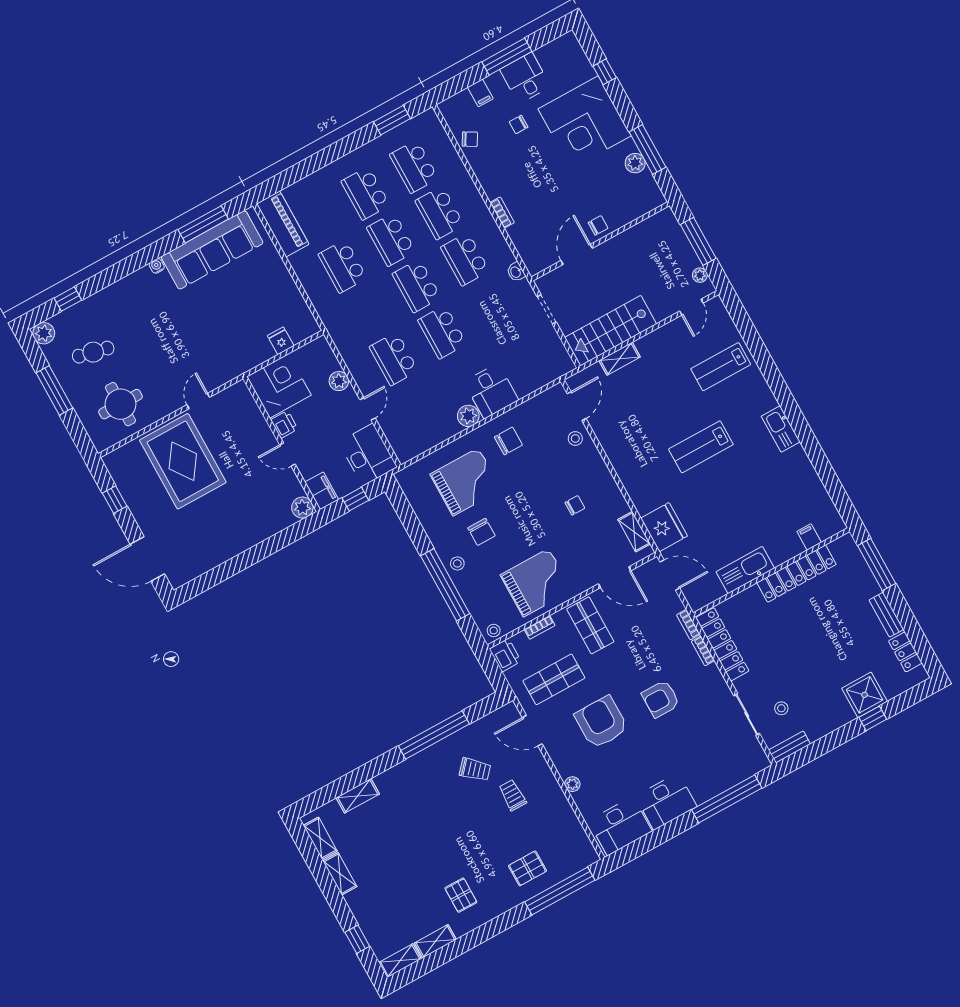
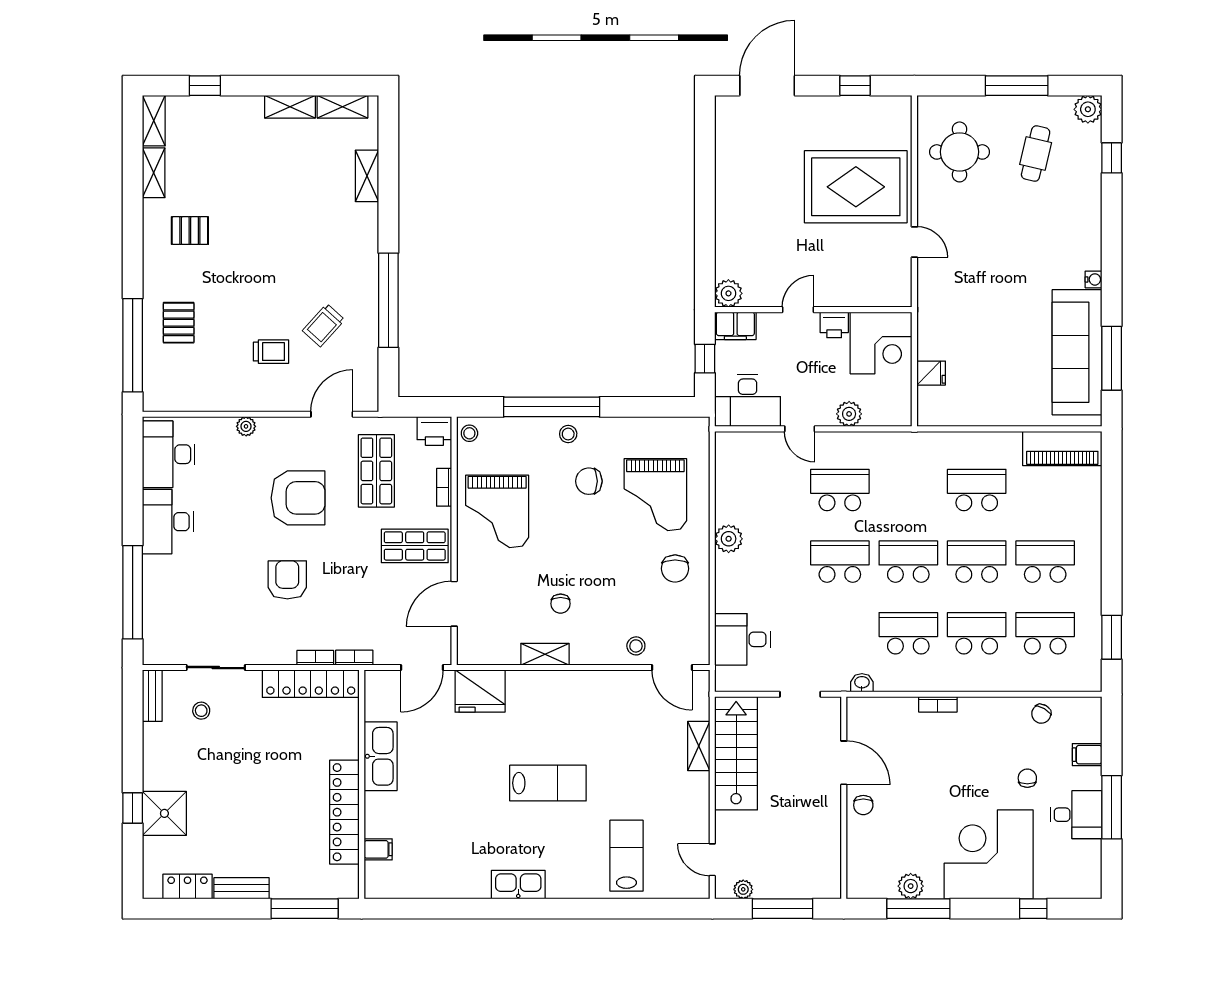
desk: (491, 391) -> (743, 639), moved
lab bench: (701, 447) -> (548, 783), turned 90
shelving: (634, 532) -> (545, 654), moved

